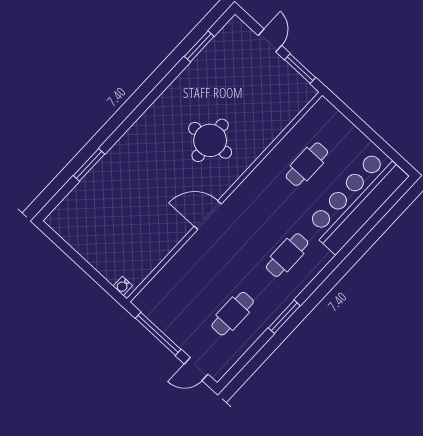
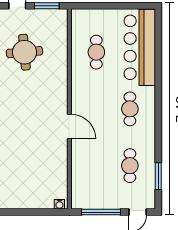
round table: (210, 140) -> (24, 52), moved
door: (208, 215) -> (69, 127), swing flipped
window: (284, 317) -> (158, 176), moved

